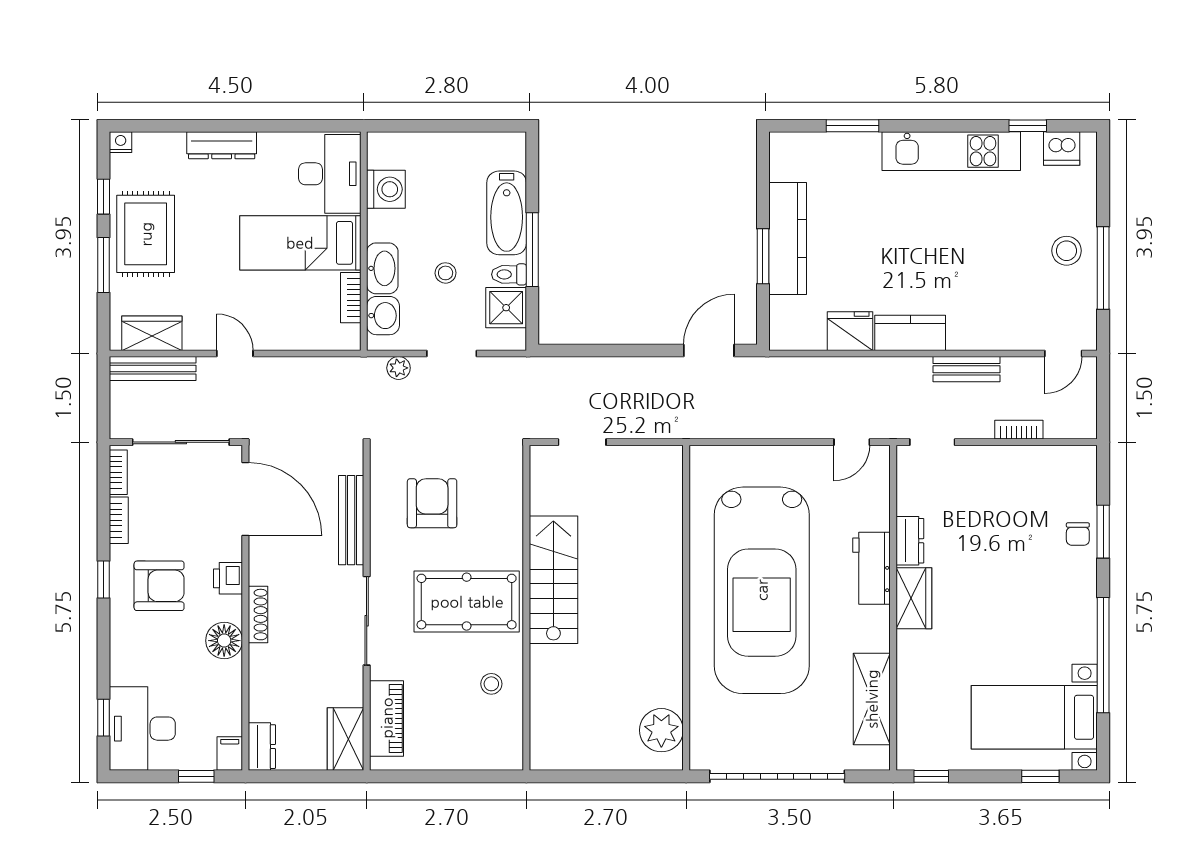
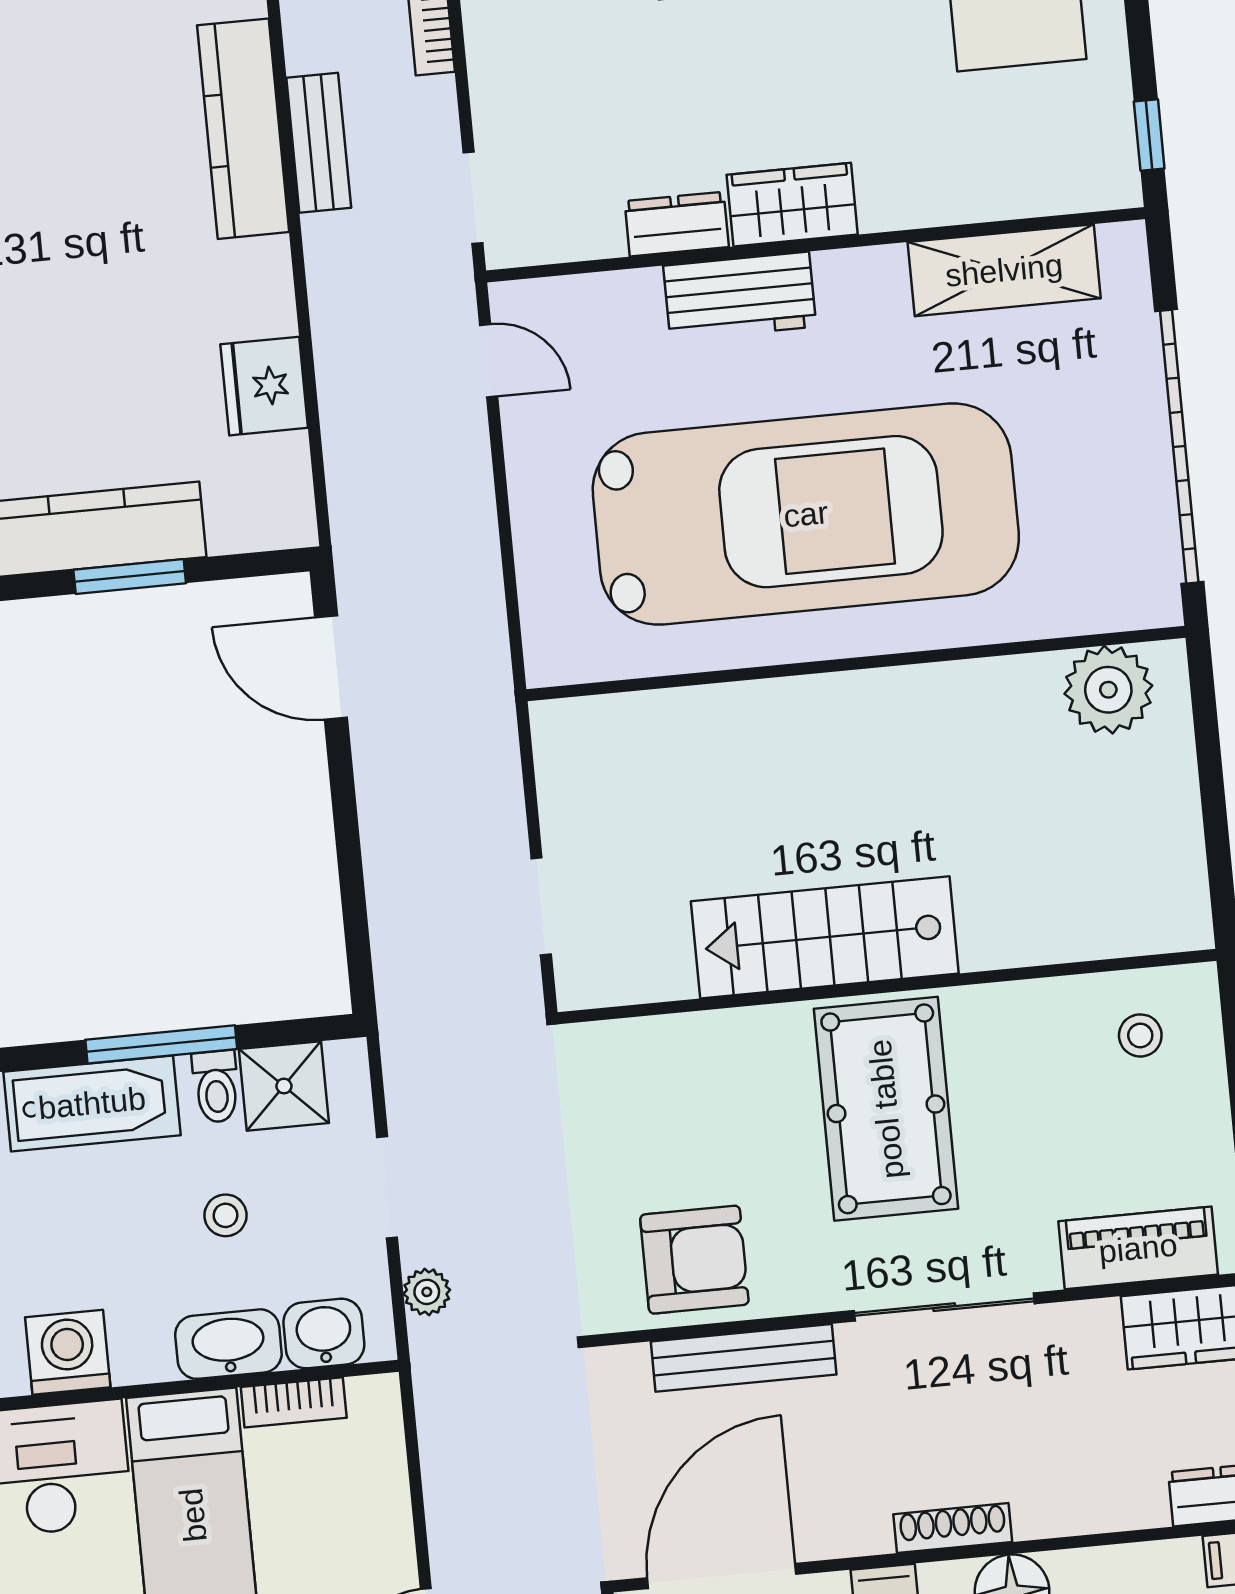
kitchen counter: (910, 333) -> (243, 129), moved, width x1.50
armchair: (432, 503) -> (694, 1260), moved, turned 180
stool: (491, 684) -> (1140, 1035), moved

